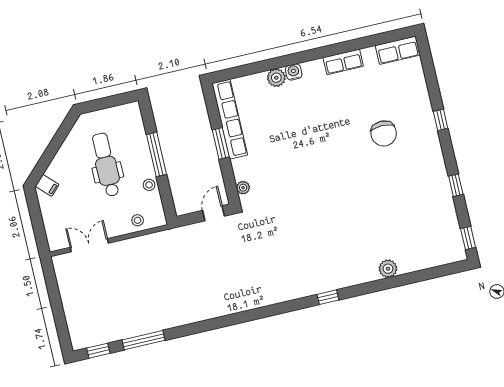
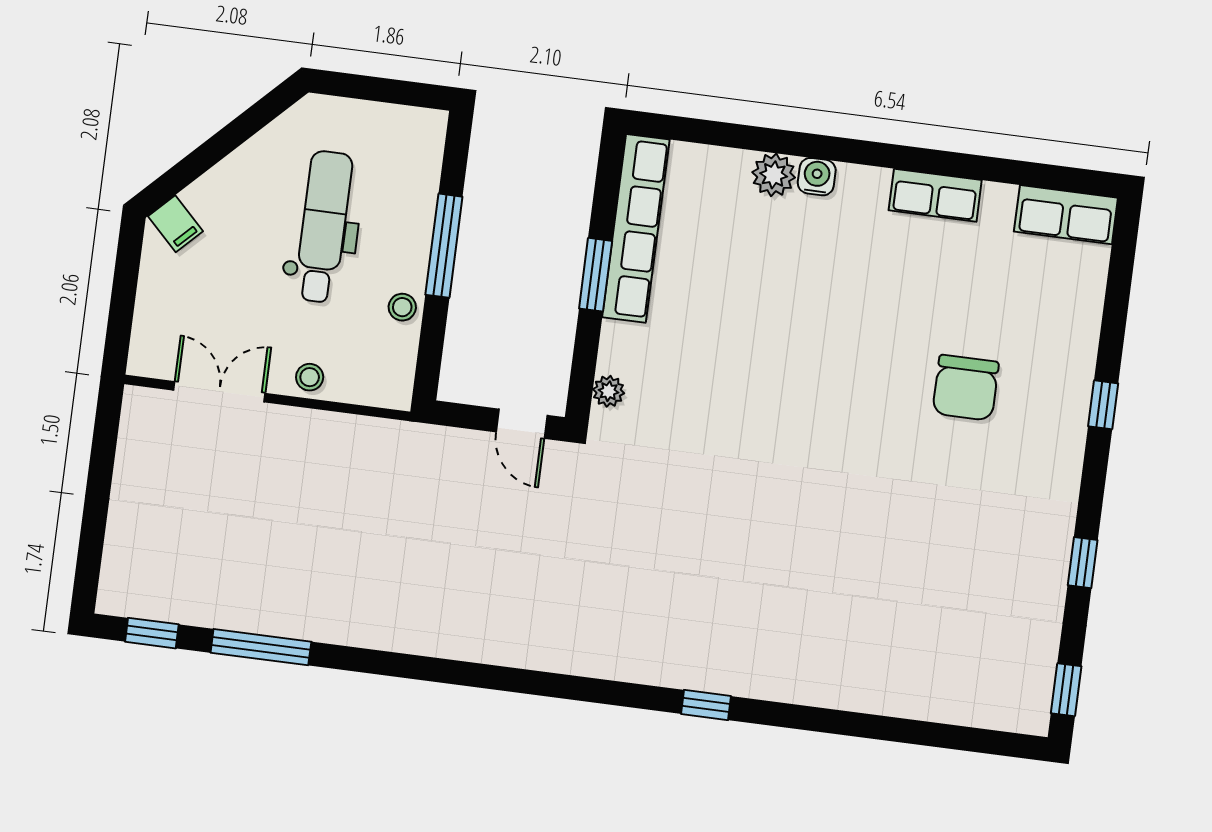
door: (213, 213) -> (522, 424), swing flipped
stool: (138, 220) -> (310, 377), moved
plant: (388, 269) -> (863, 691), removed

